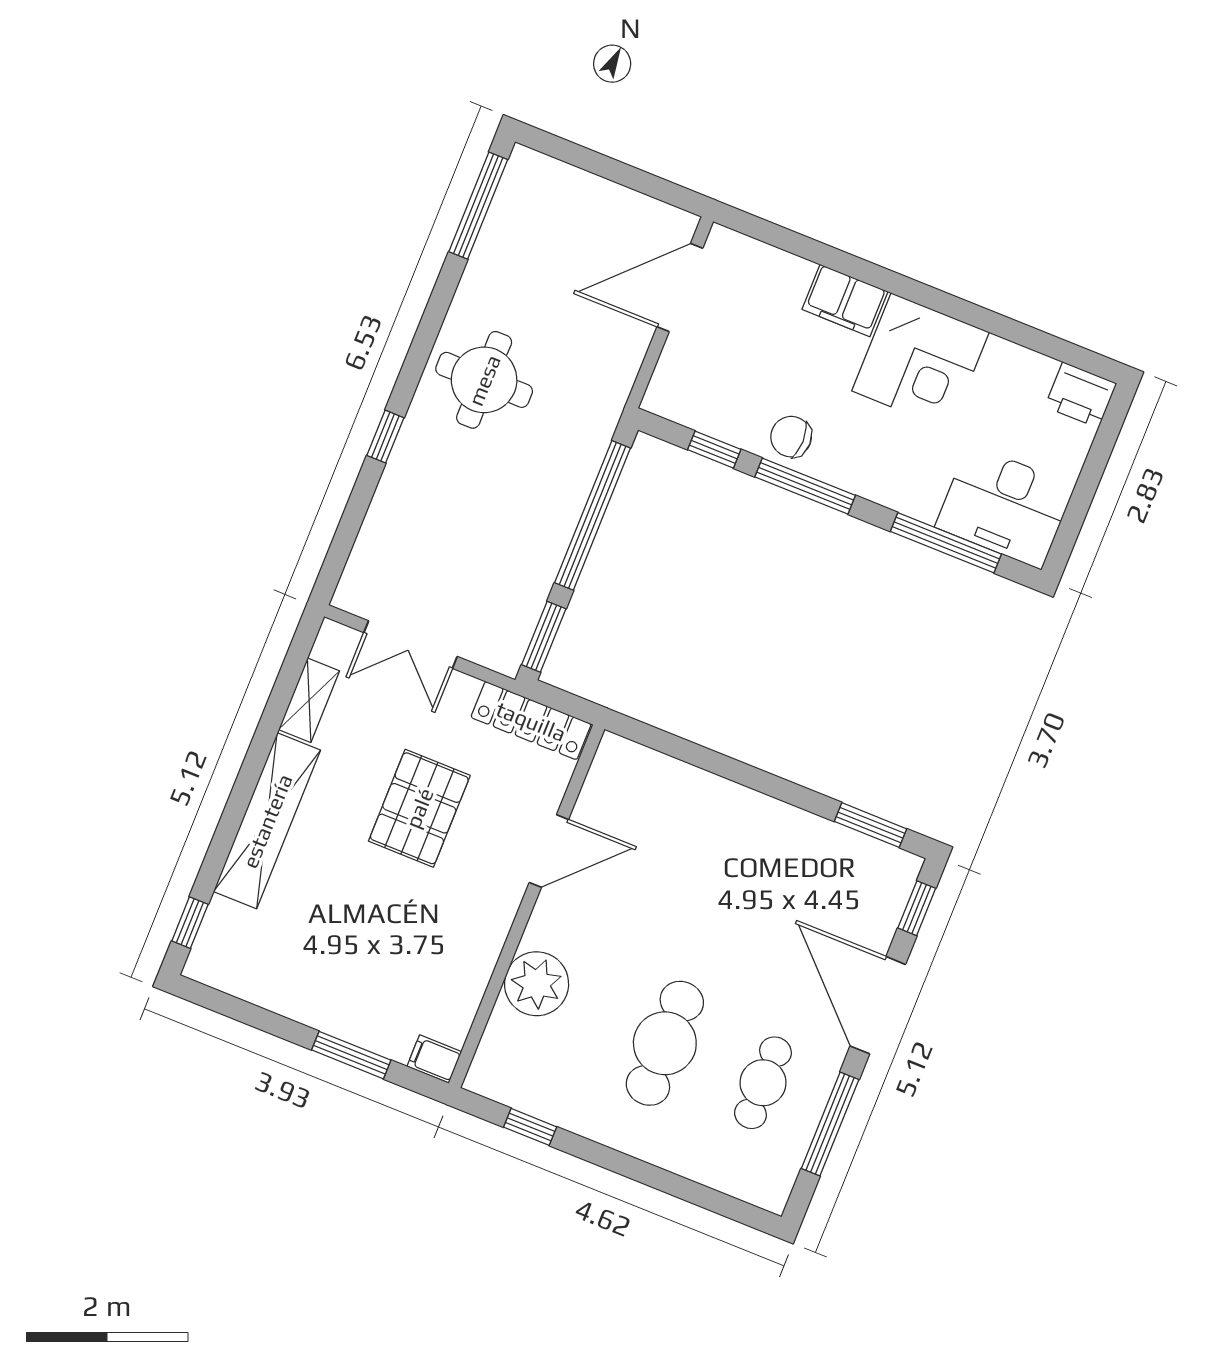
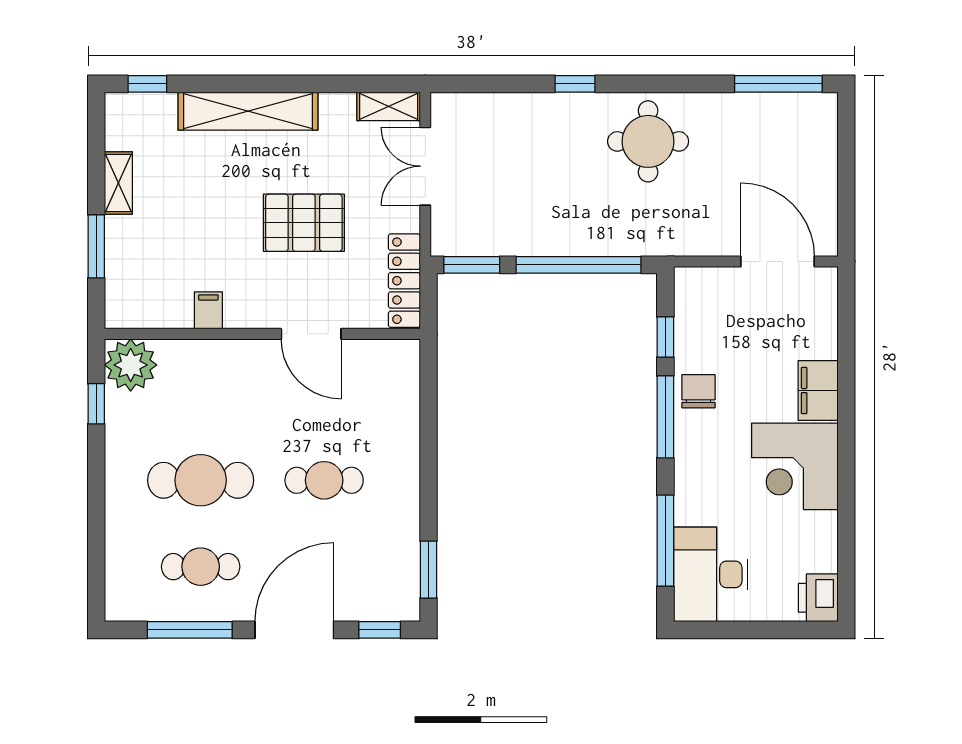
shelving: (309, 700) -> (389, 106), moved
cafe table: (721, 903) -> (324, 480), added
plant: (537, 984) -> (131, 365), moved
shelving: (289, 1001) -> (118, 183), added
filing cabinet: (434, 1059) -> (208, 310), moved

